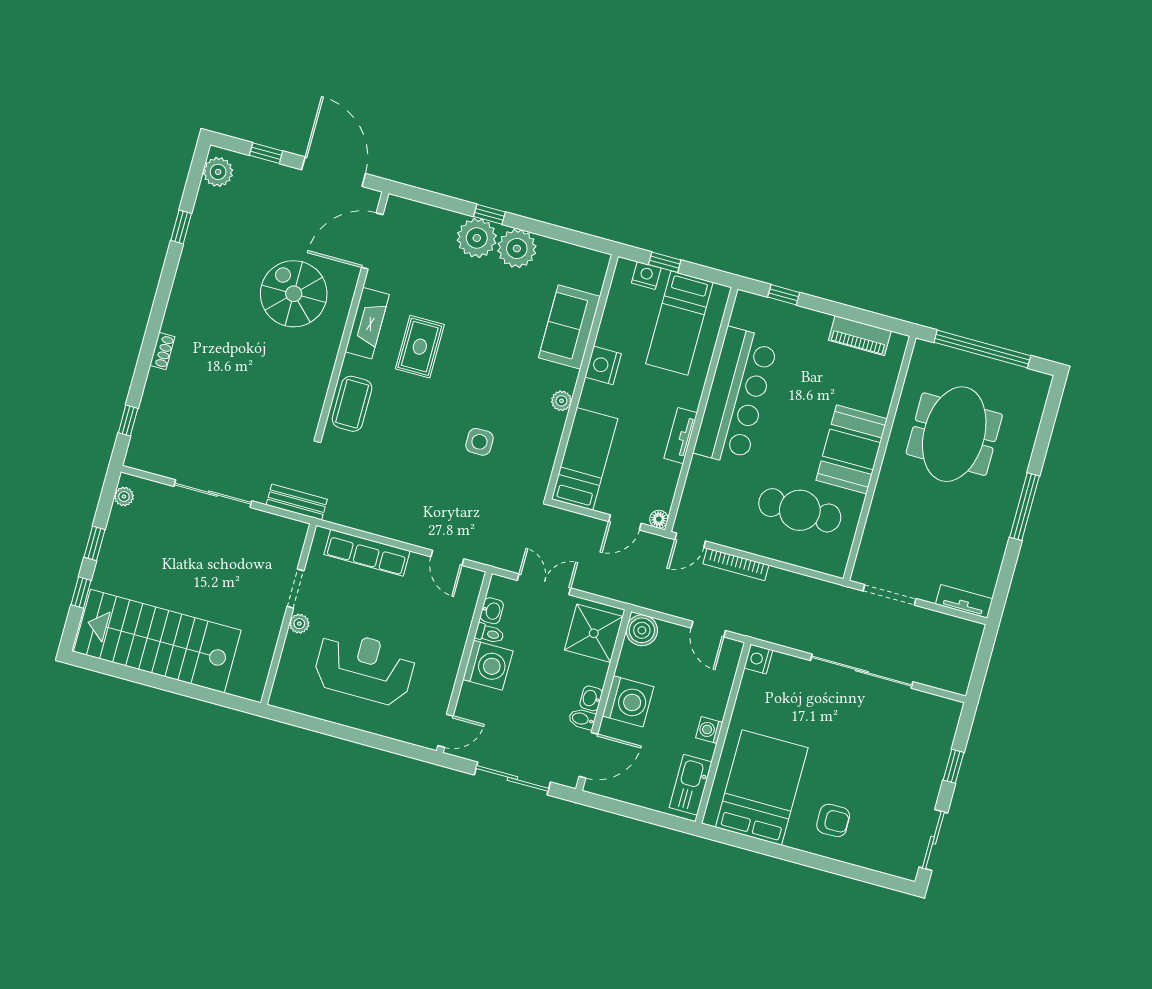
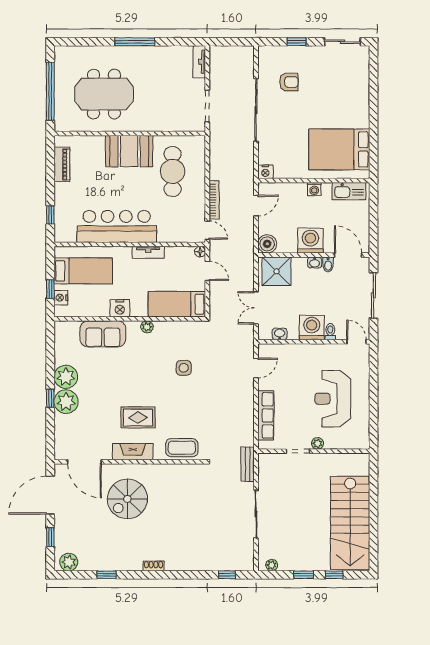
shoe rack: (162, 351) -> (153, 566), moved
toilet: (489, 634) -> (330, 332), moved
armchair: (833, 820) -> (289, 82), moved, turned 91

